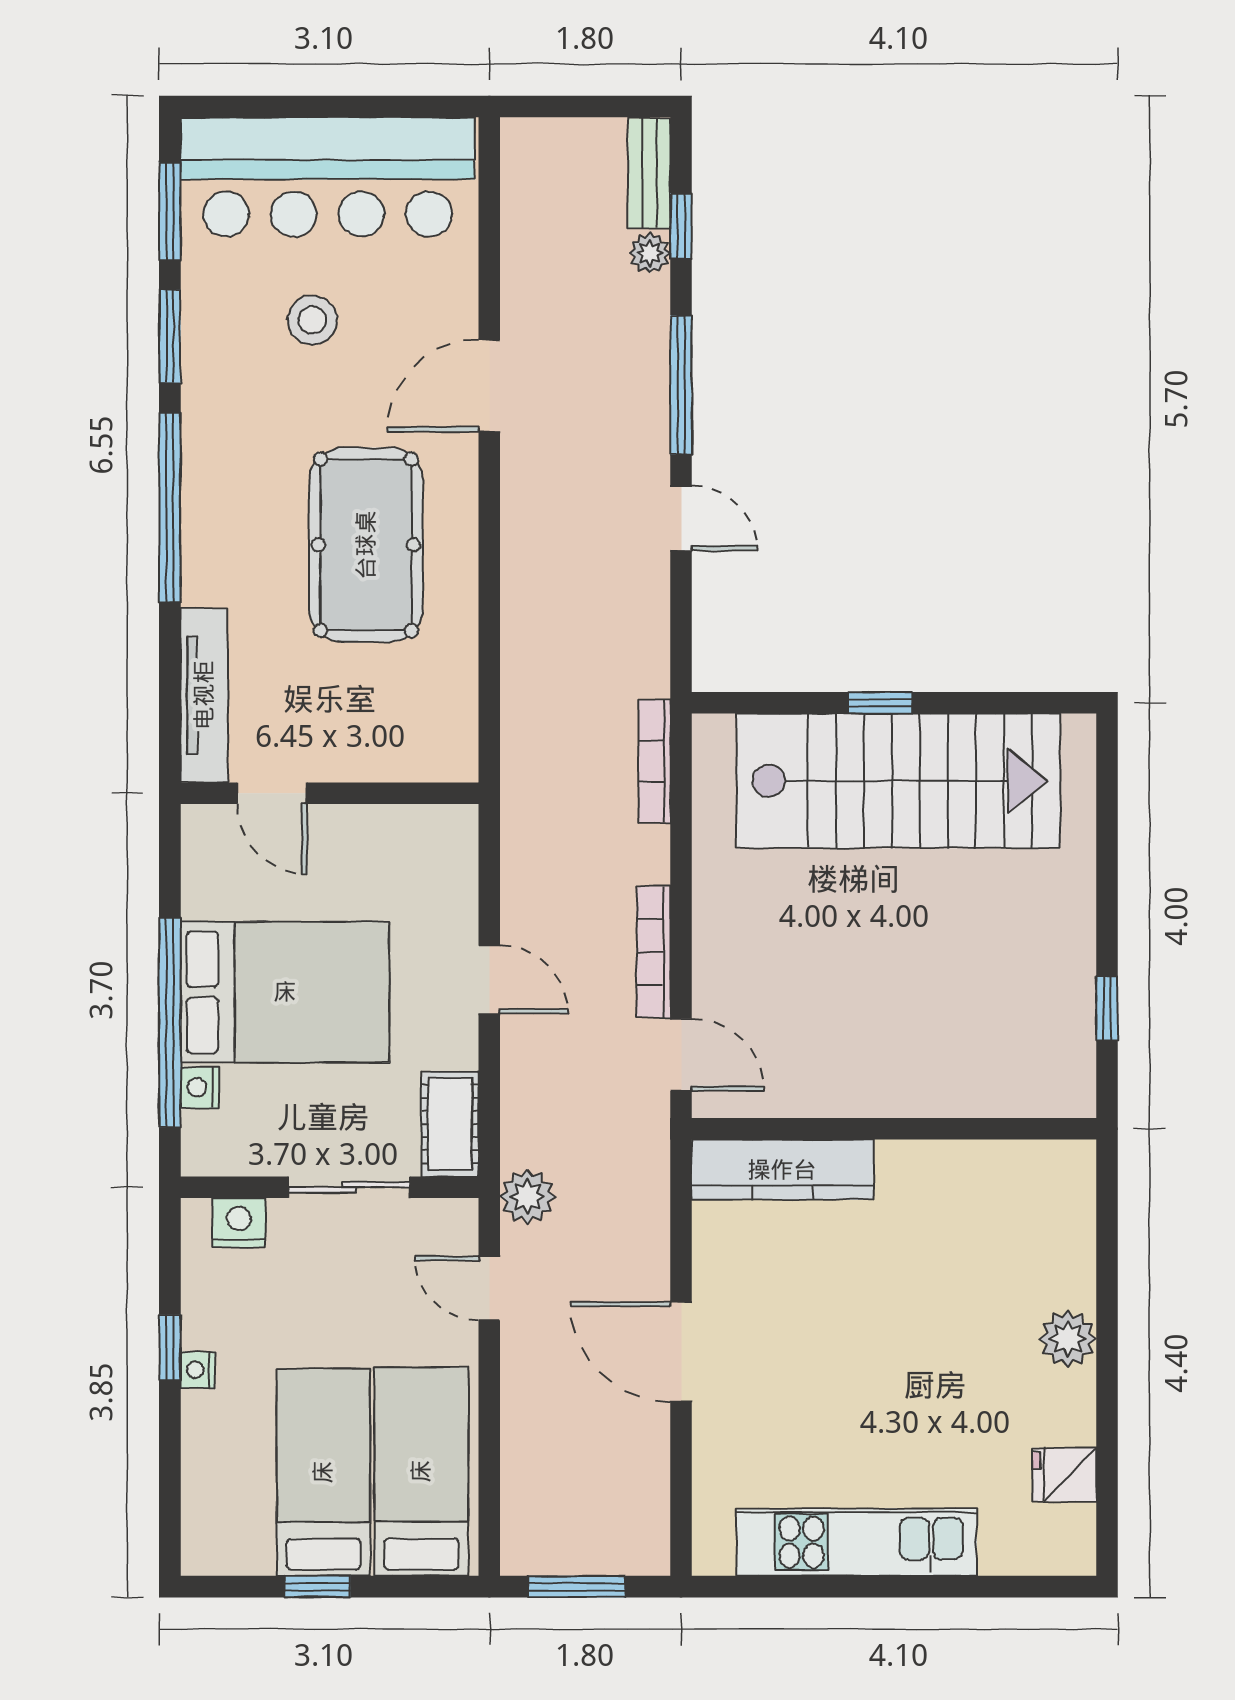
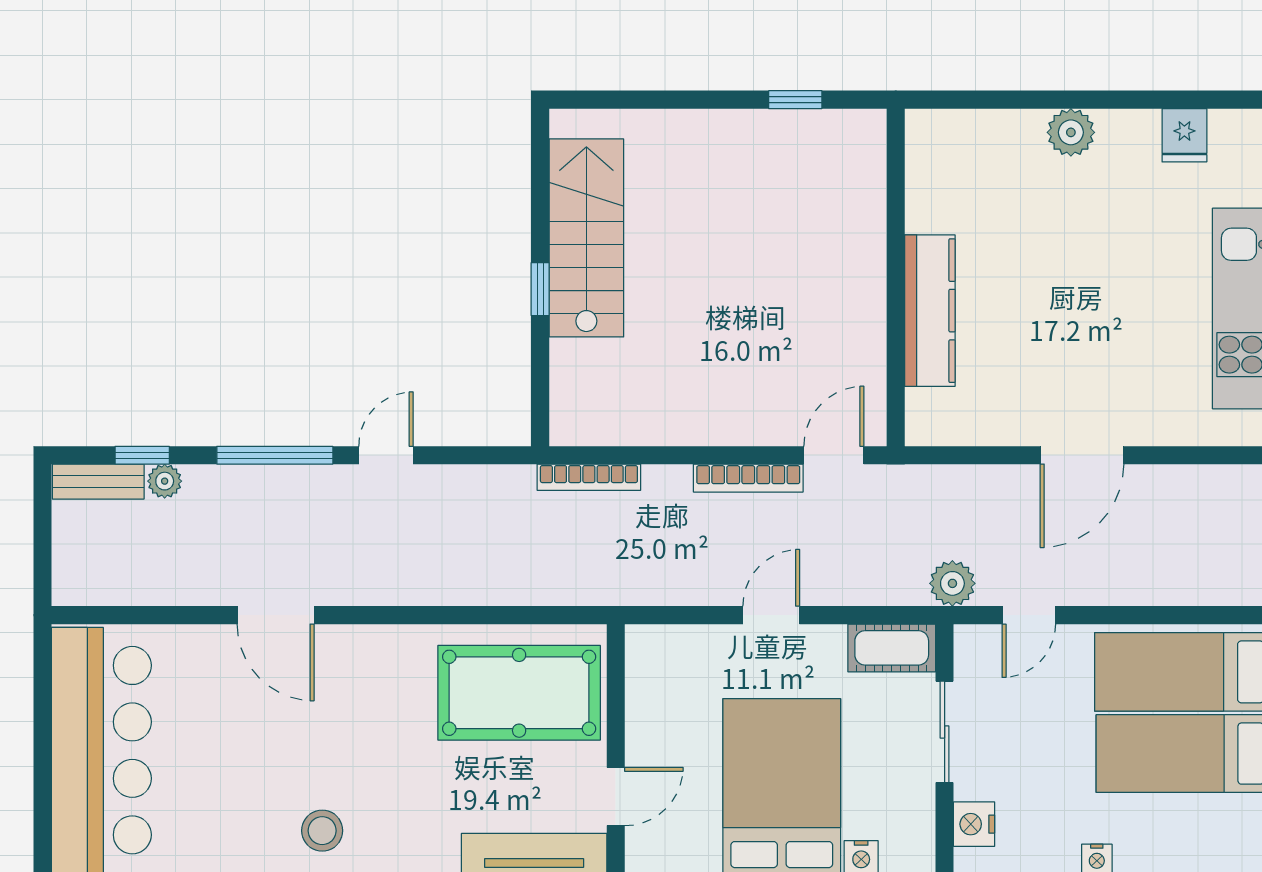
stool: (312, 320) -> (322, 831), moved
pool table: (366, 545) -> (519, 693), moved
stairs: (898, 781) -> (586, 238), width x0.73, depth x0.66
kitchen counter: (782, 1170) -> (930, 311), moved

